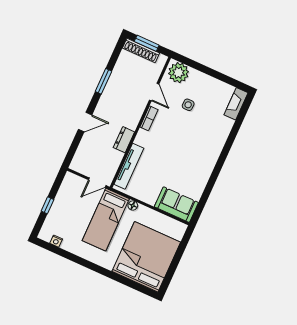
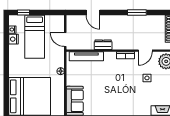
door: (85, 122) -> (93, 13), moved
window: (48, 205) -> (24, 13), moved
bed: (106, 220) -> (35, 37), moved, turned -90
nightstand: (68, 245) -> (13, 39), added

